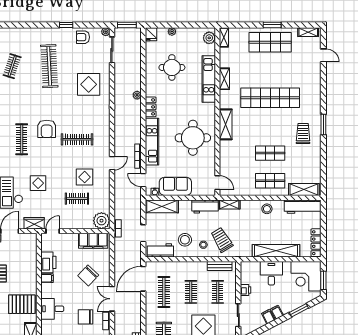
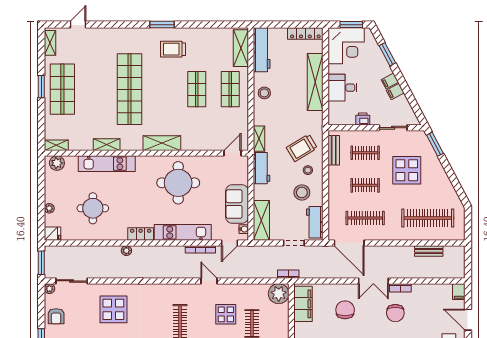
chair: (88, 275) -> (345, 310), turned -134

